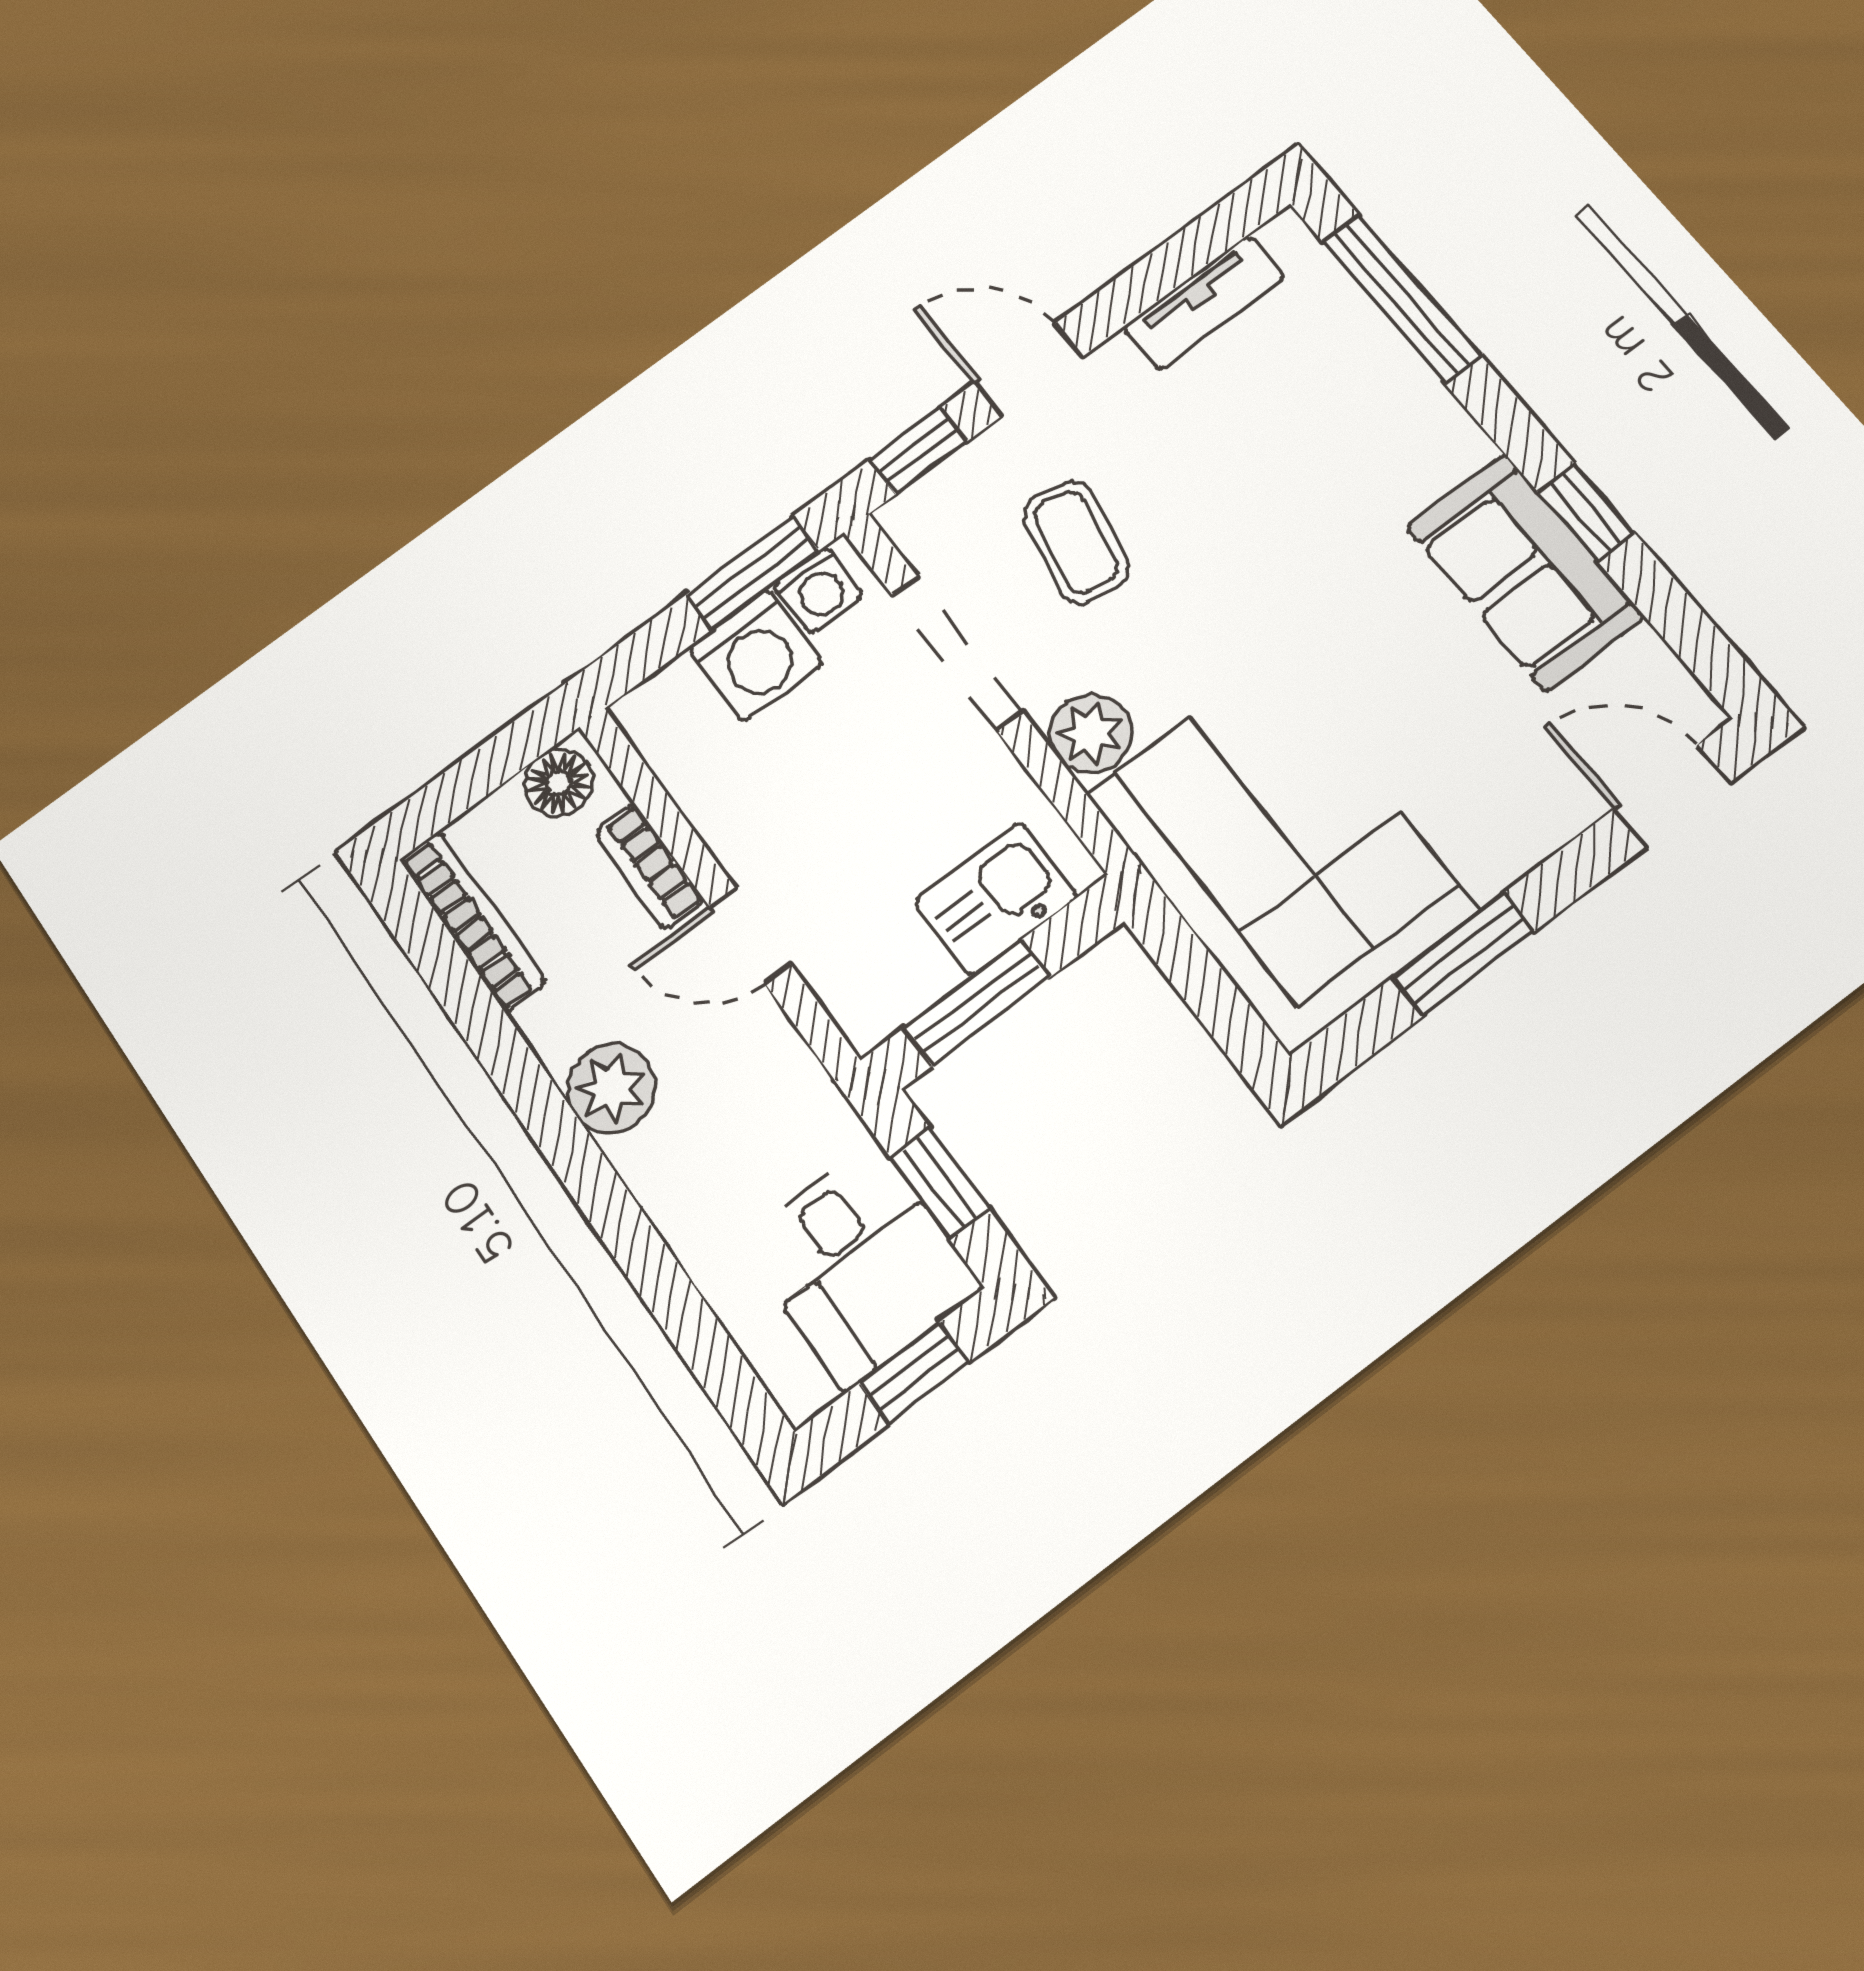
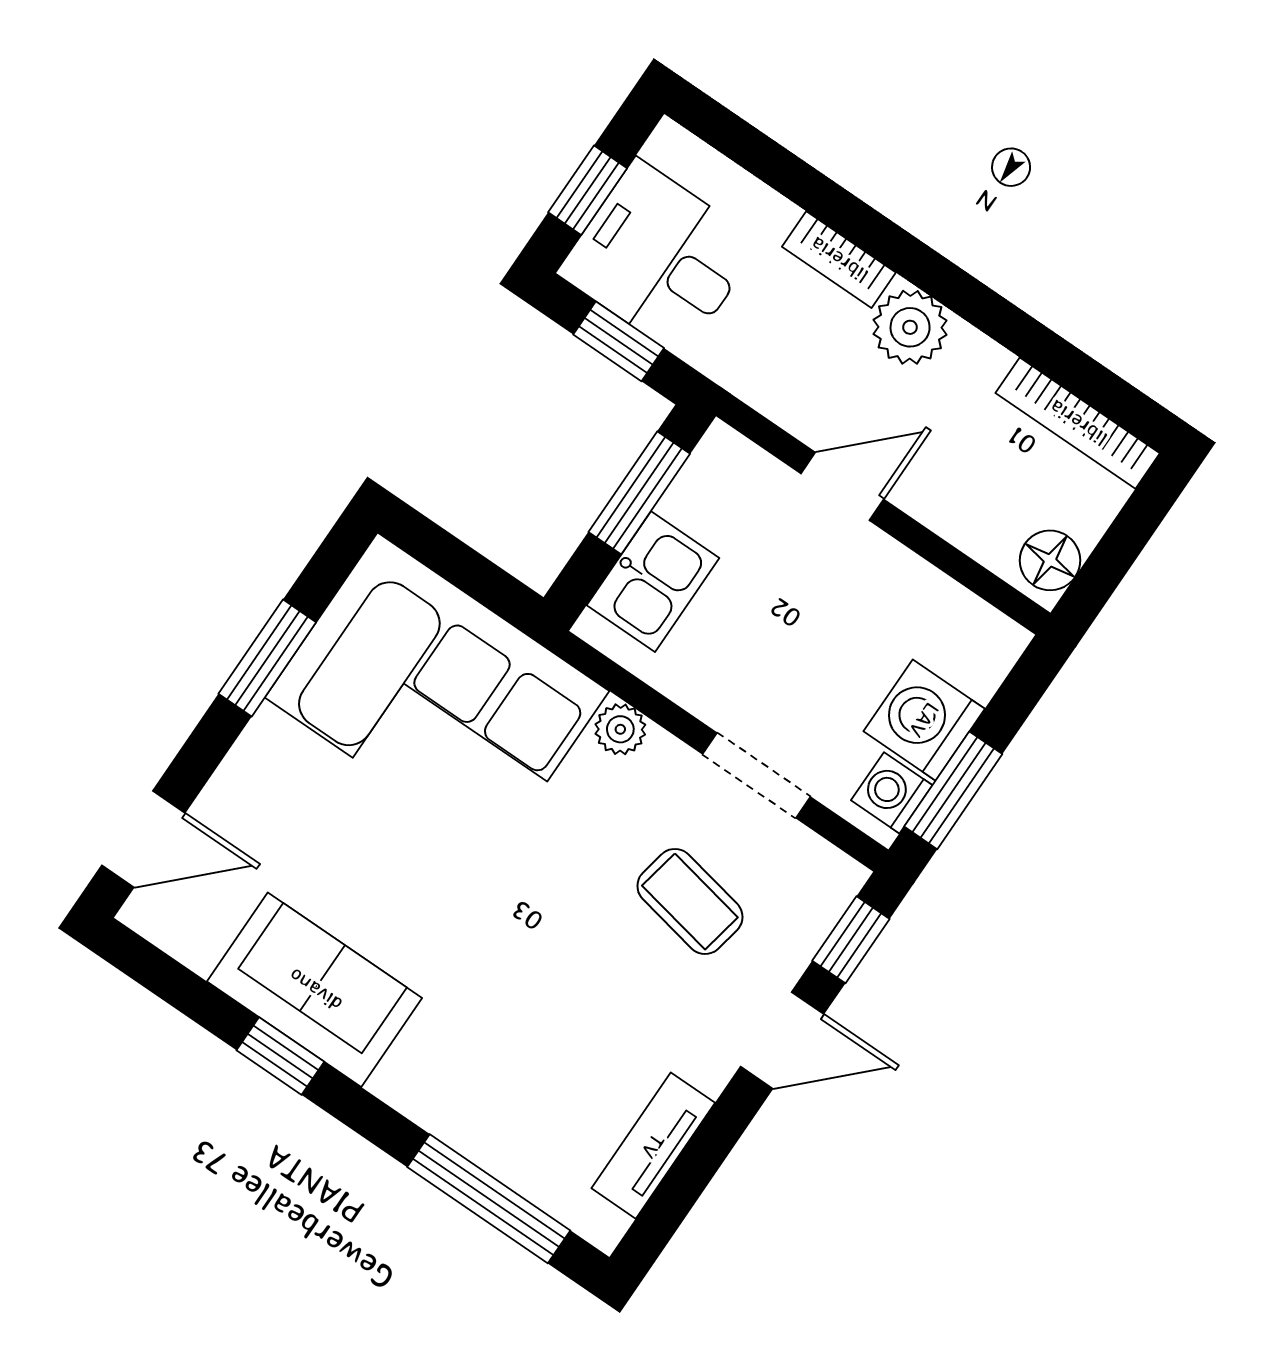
doorway: (957, 653) -> (756, 775), width x0.73
plant: (1090, 733) -> (620, 729), width x0.73, depth x0.73
bookcase: (649, 866) -> (839, 260), moved, turned 180

